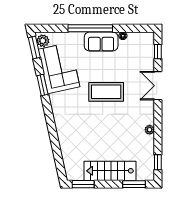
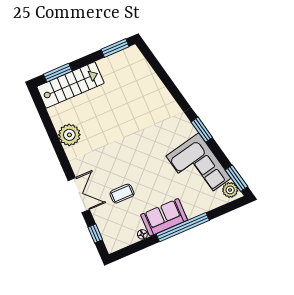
window: (42, 85) -> (202, 130), moved
coffee table: (106, 92) -> (122, 194), moved, width x0.54, depth x0.58
plant: (150, 130) -> (69, 135), width x1.87, depth x1.87
window: (158, 162) -> (42, 109), removed
stairs: (110, 171) -> (70, 85), moved

